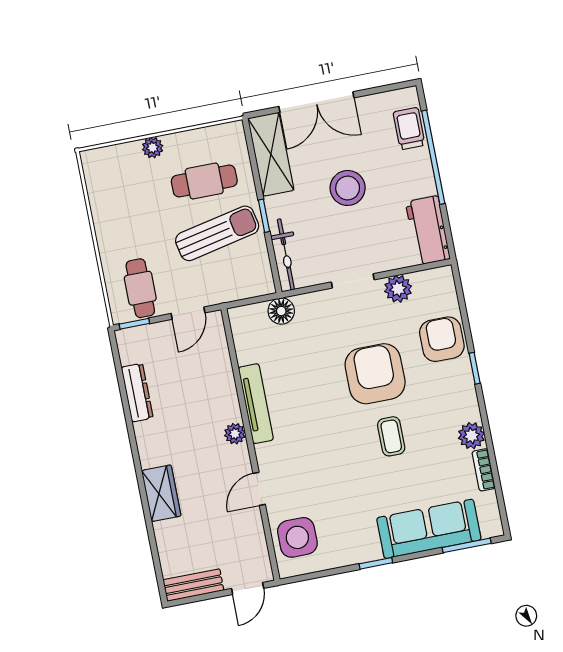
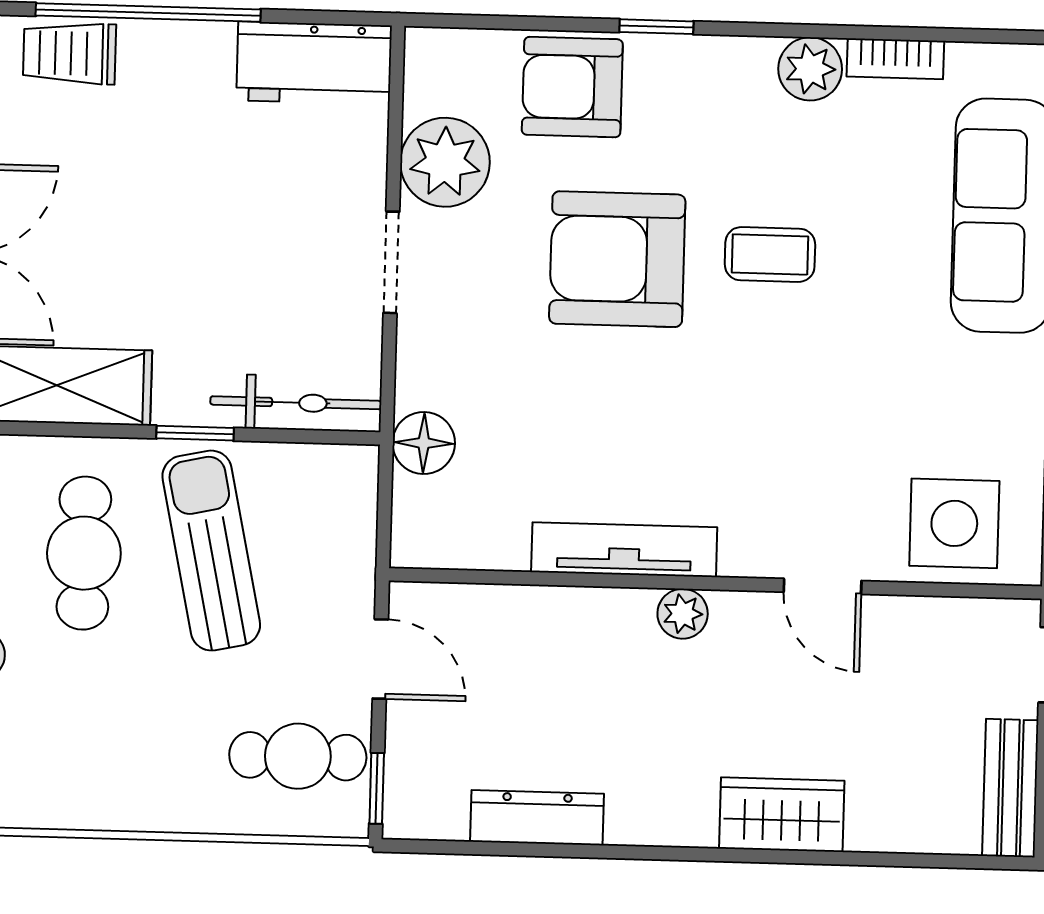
stool: (348, 188) -> (174, 226), removed
plant: (398, 289) -> (445, 162), width x1.36, depth x1.36

